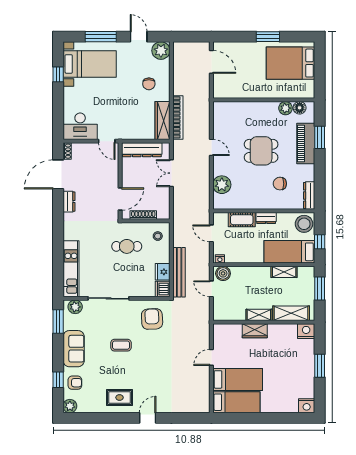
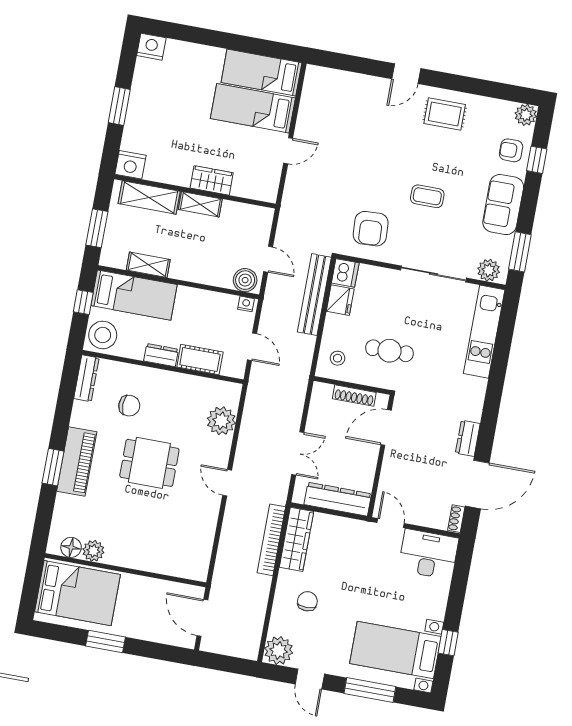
wall: (264, 100) -> (125, 570), moved
plant: (285, 108) -> (93, 551), moved
floor lamp: (300, 108) -> (71, 547), moved

